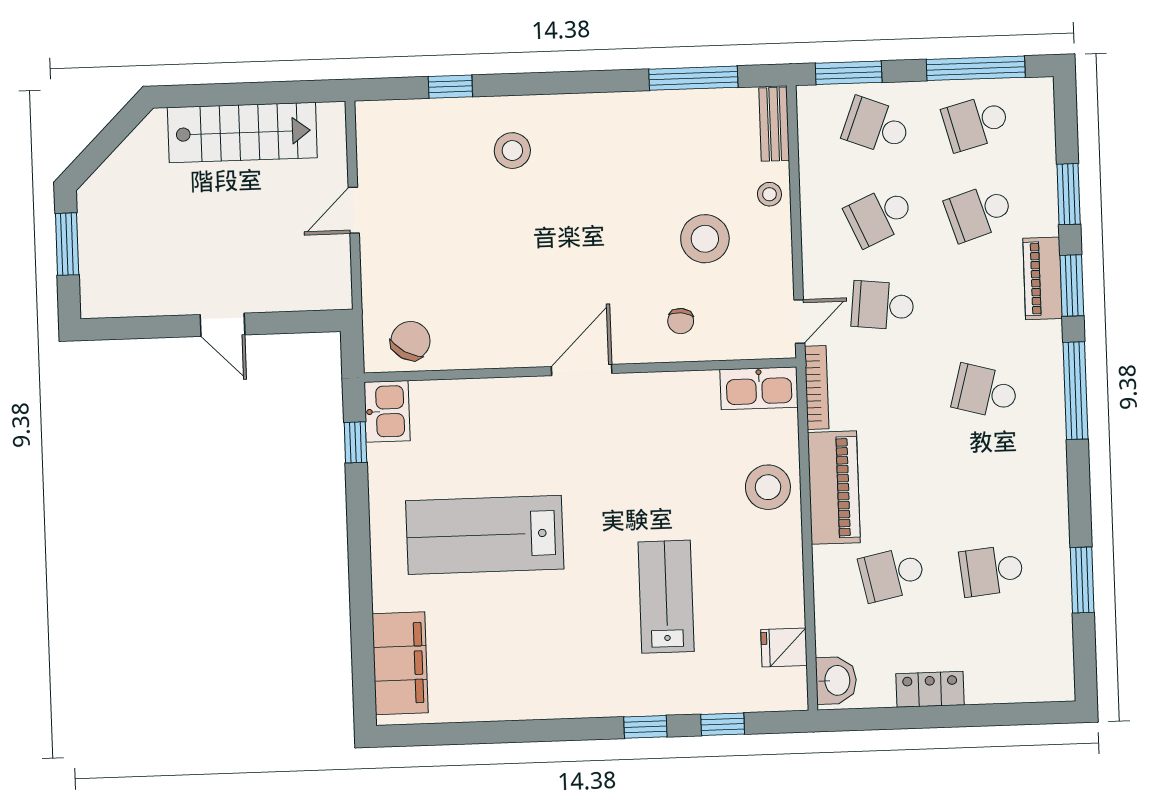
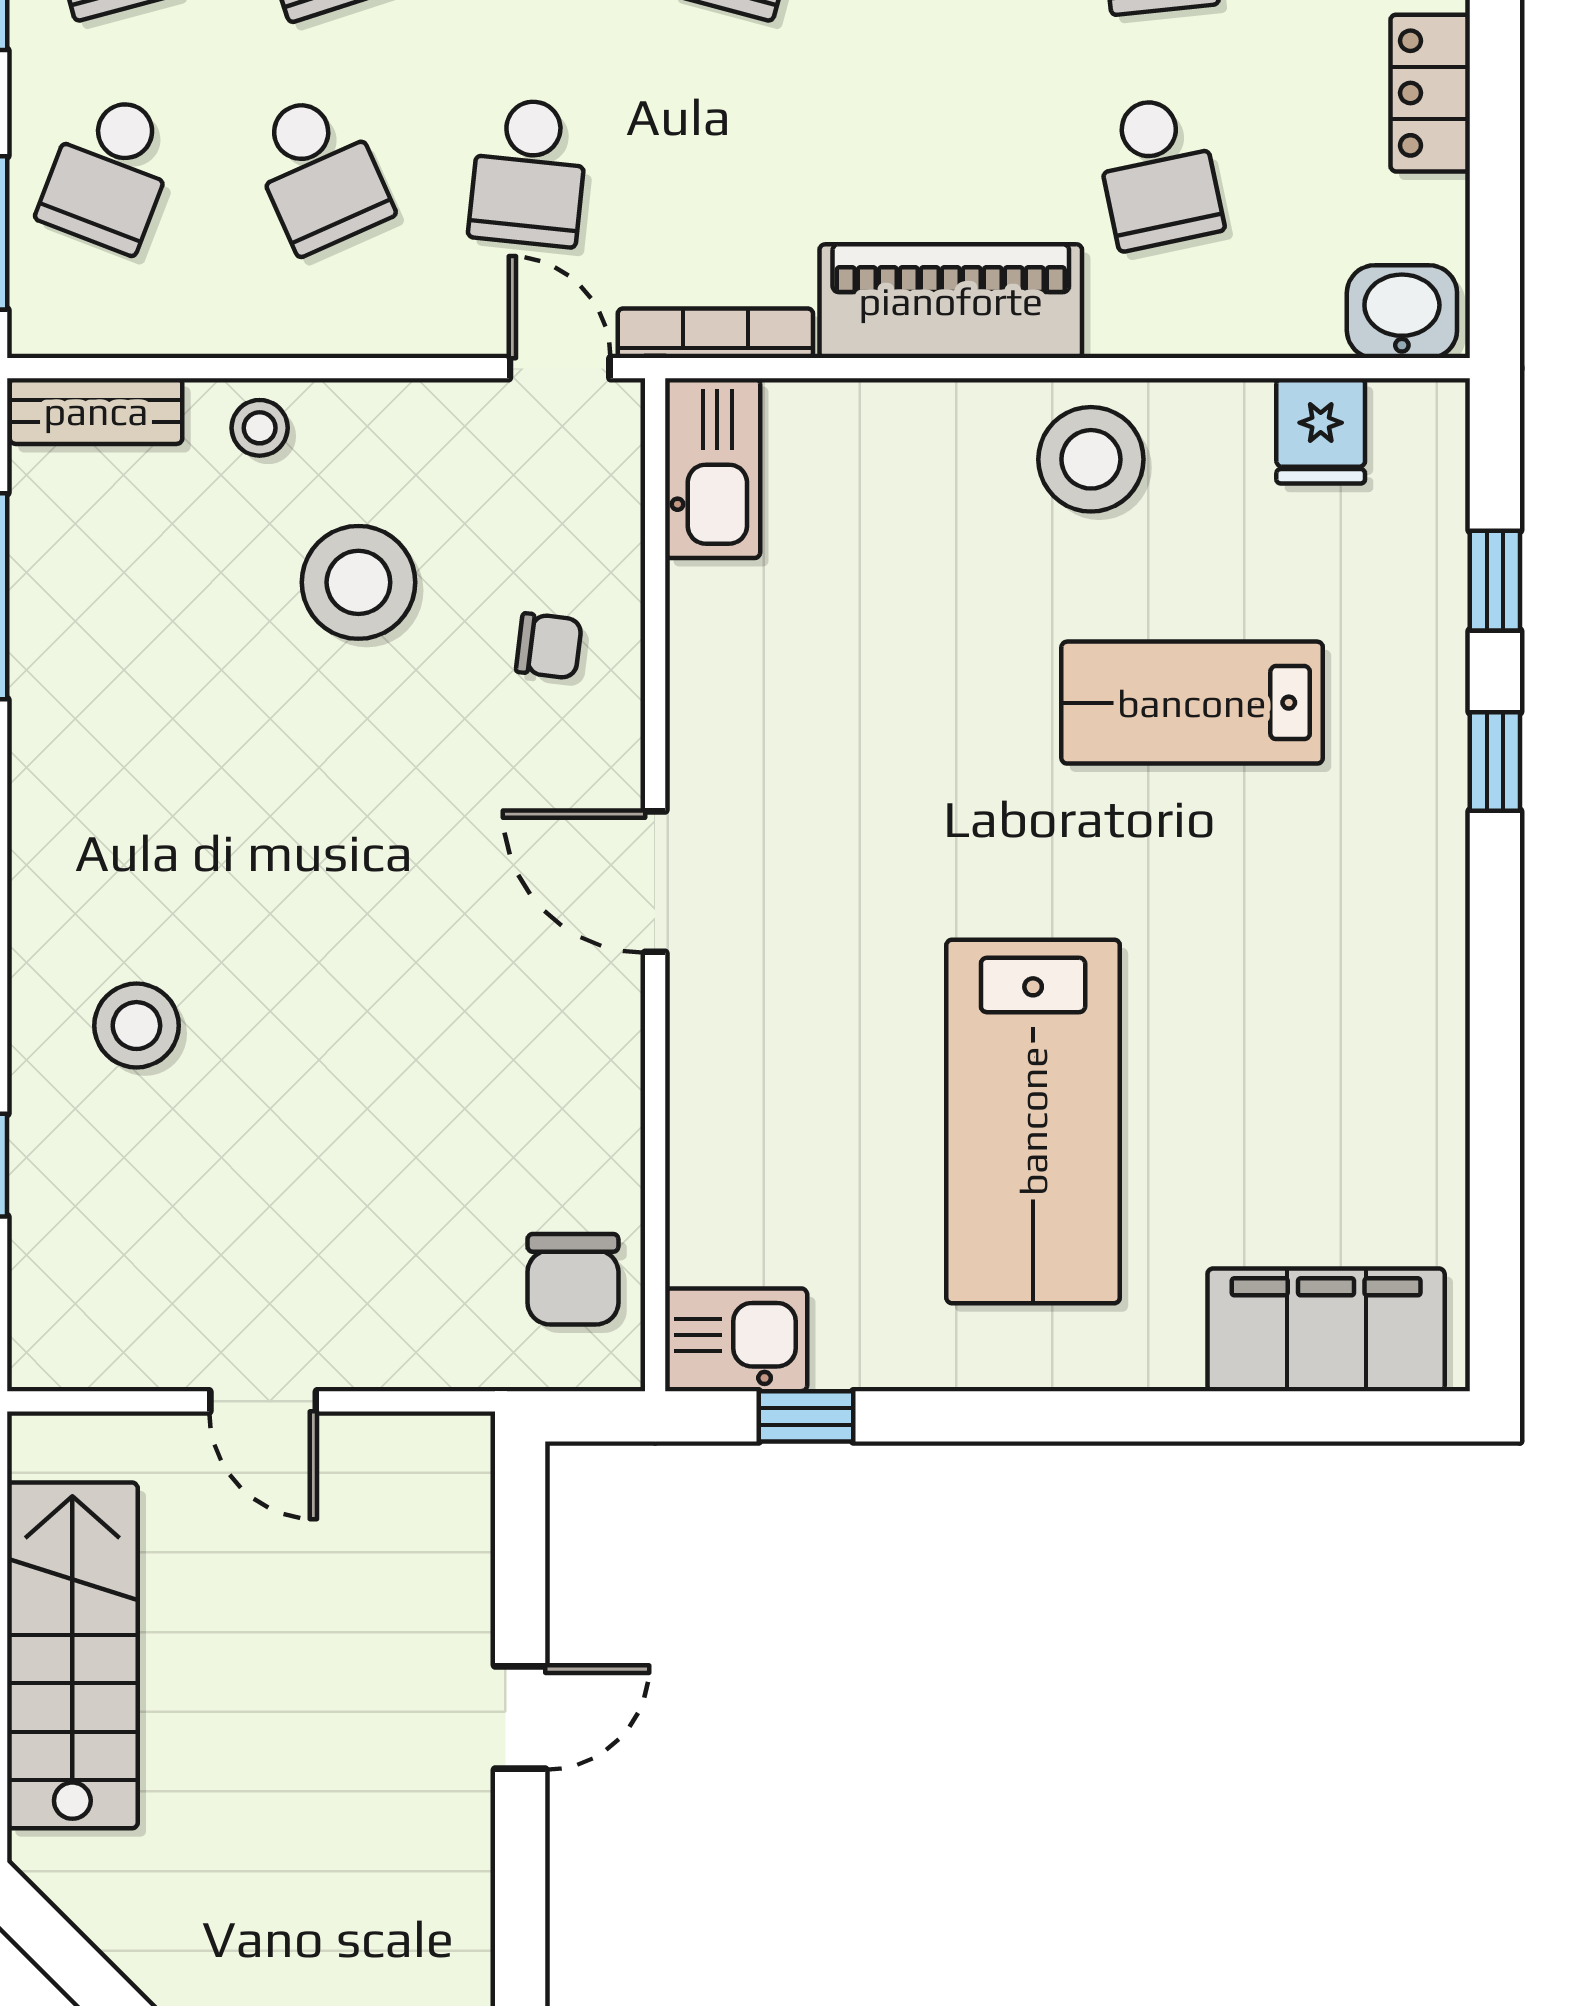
chair: (411, 341) -> (573, 1279), turned -120
stool: (768, 487) -> (1091, 459), moved

